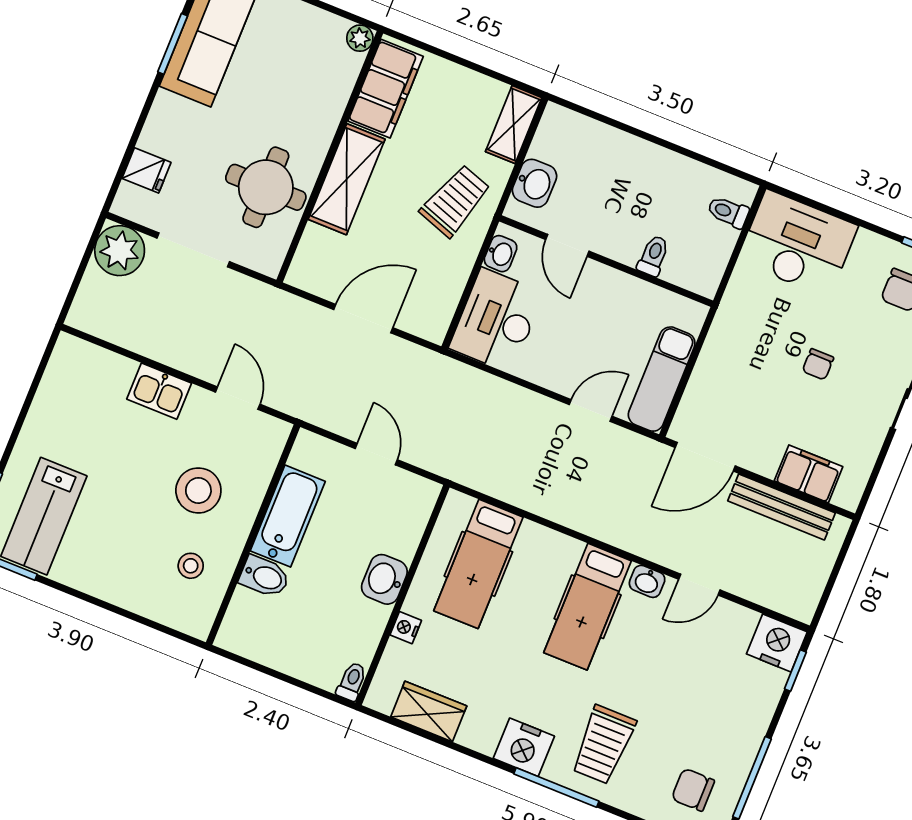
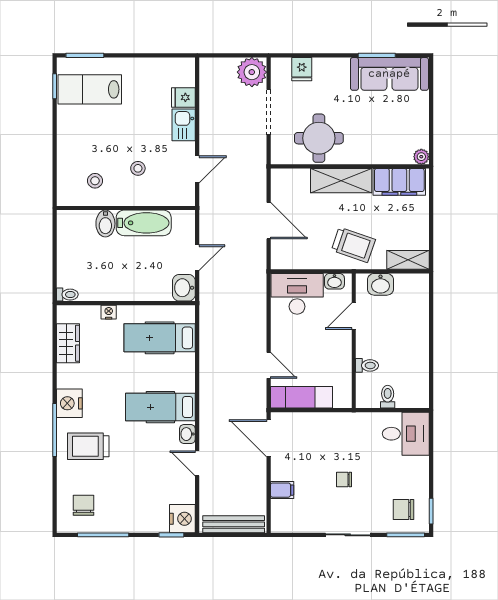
toilet: (728, 212) -> (388, 397), moved
desk: (798, 243) -> (406, 434), width x0.73
fridge: (116, 374) -> (183, 97), added
filing cabinet: (809, 474) -> (282, 490), width x0.50
stool: (198, 490) -> (138, 168), width x0.53, depth x0.53
bench: (782, 507) -> (234, 524), moved, turned 90
washbasin: (384, 579) -> (184, 288), moved, turned -90

